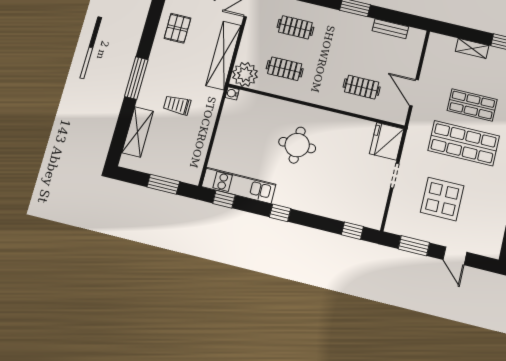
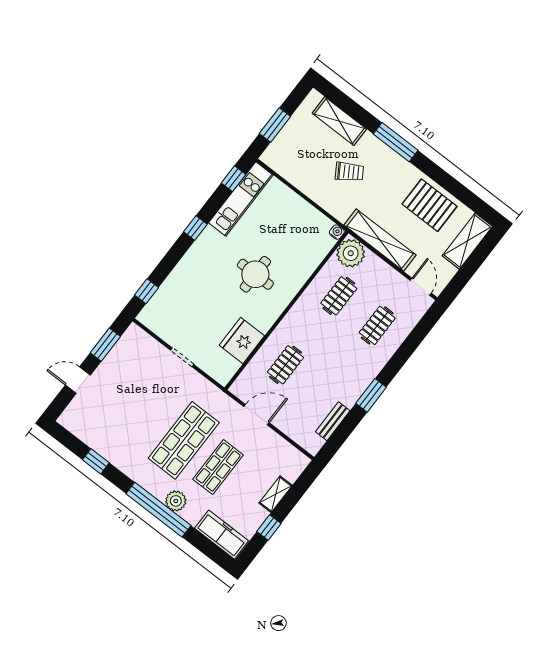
pallet: (177, 28) -> (430, 205), width x1.50, depth x1.42
trolley: (177, 105) -> (349, 172), turned 58
fridge: (387, 141) -> (242, 341), moved, turned -90
display table: (442, 199) -> (138, 393), removed

